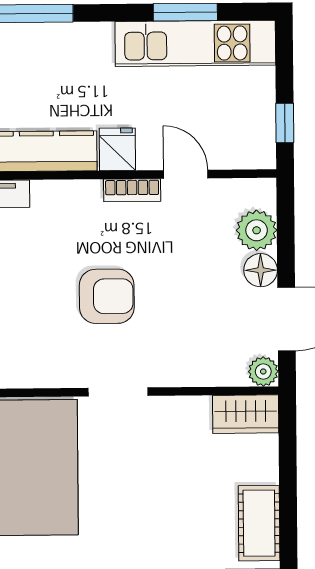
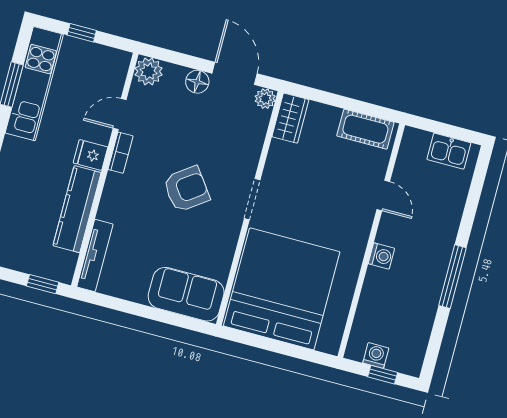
window: (285, 123) -> (82, 33), moved
plant: (257, 230) -> (149, 71), moved
armchair: (107, 296) -> (186, 189), turned 54

